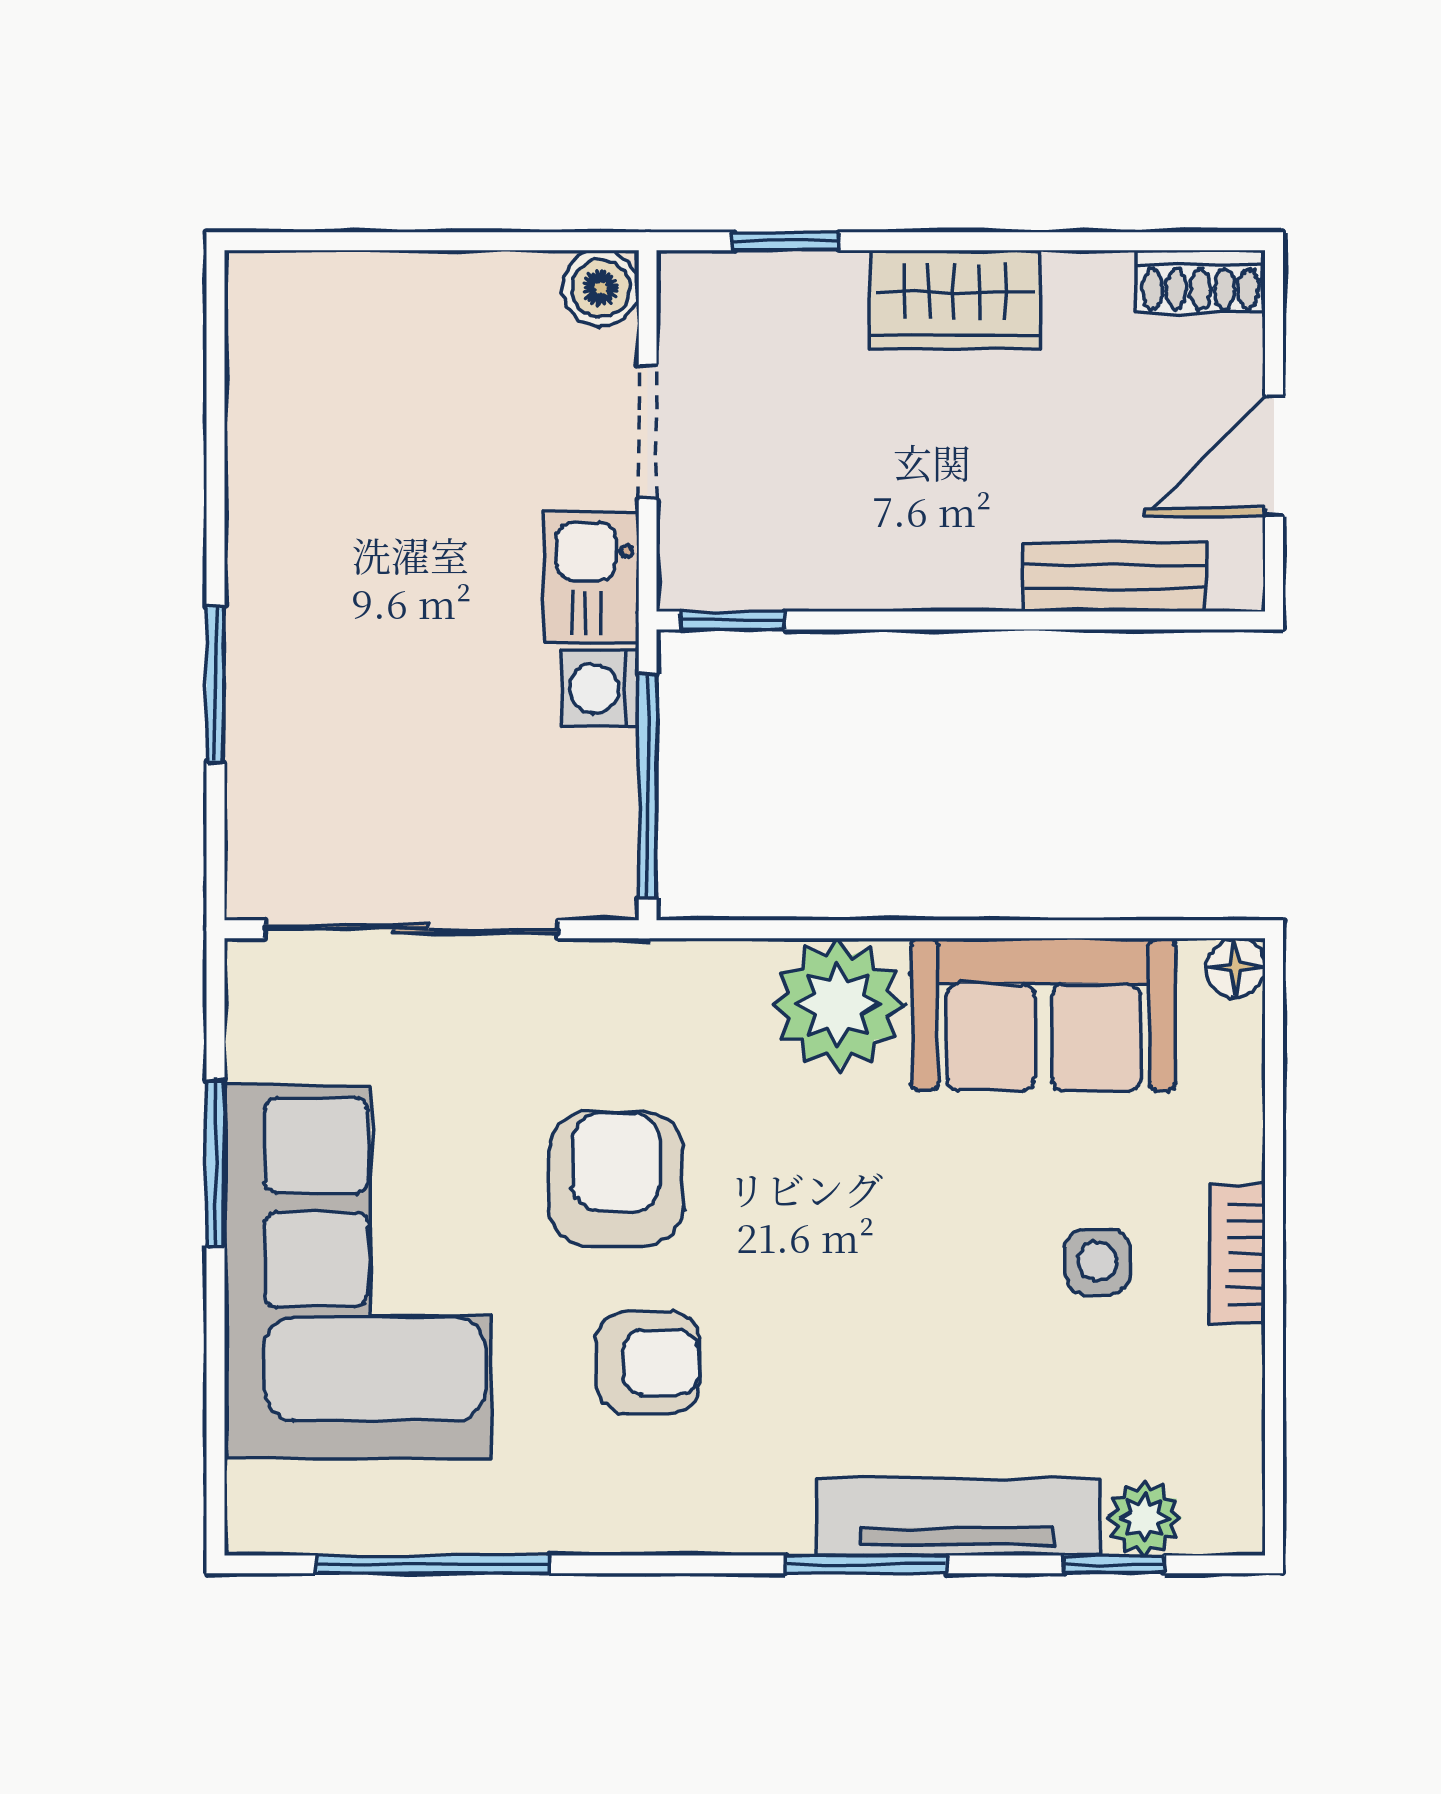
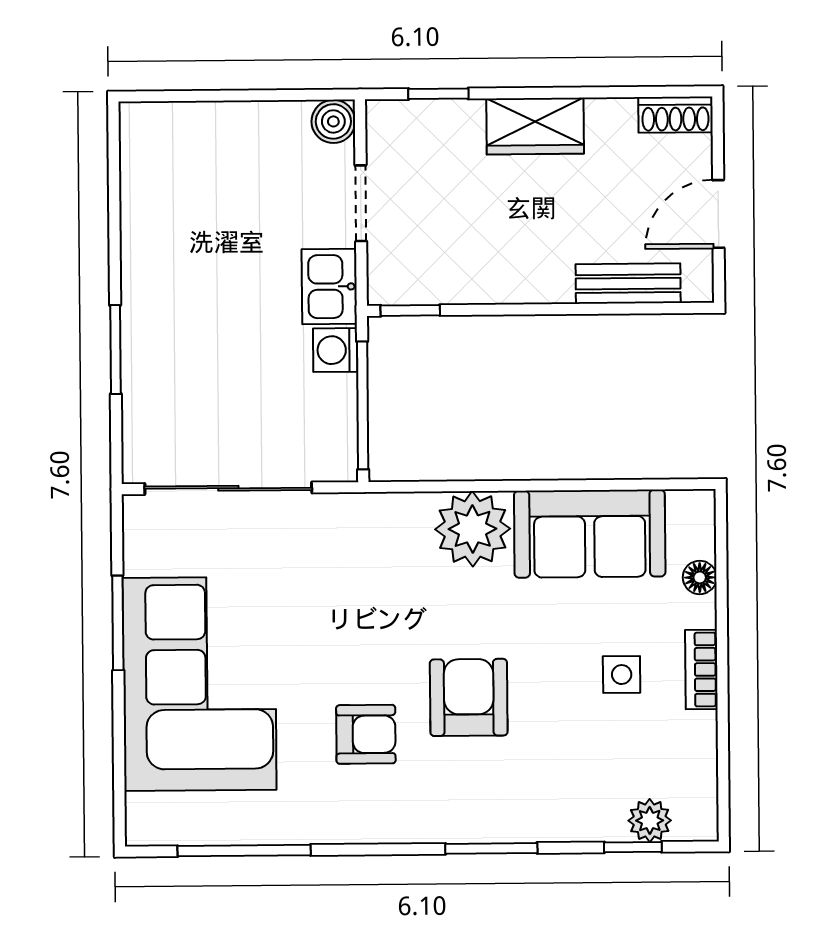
floor lamp: (1236, 968) -> (700, 577), moved
armchair: (616, 1179) -> (469, 697), moved
tv unit: (958, 1517) -> (543, 821), removed

